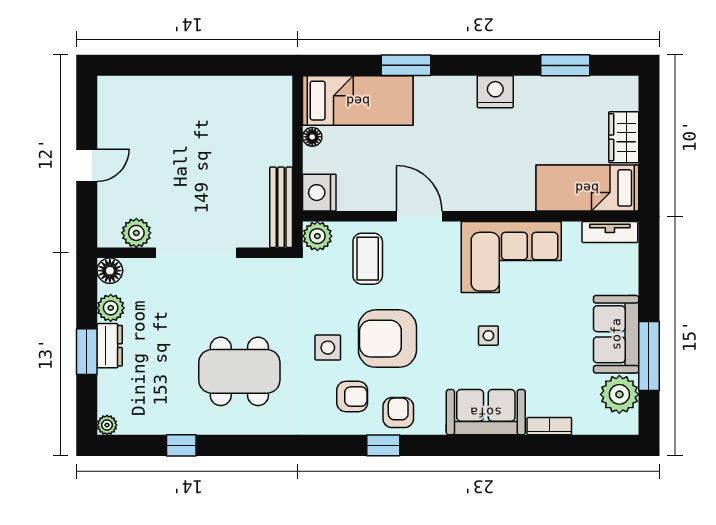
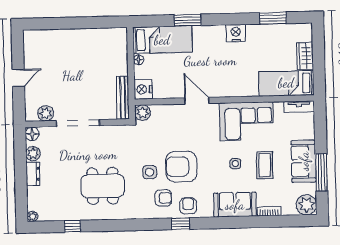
coffee table: (368, 259) -> (265, 165), moved
window: (87, 352) -> (21, 177), removed
plant: (619, 394) -> (306, 205), moved

